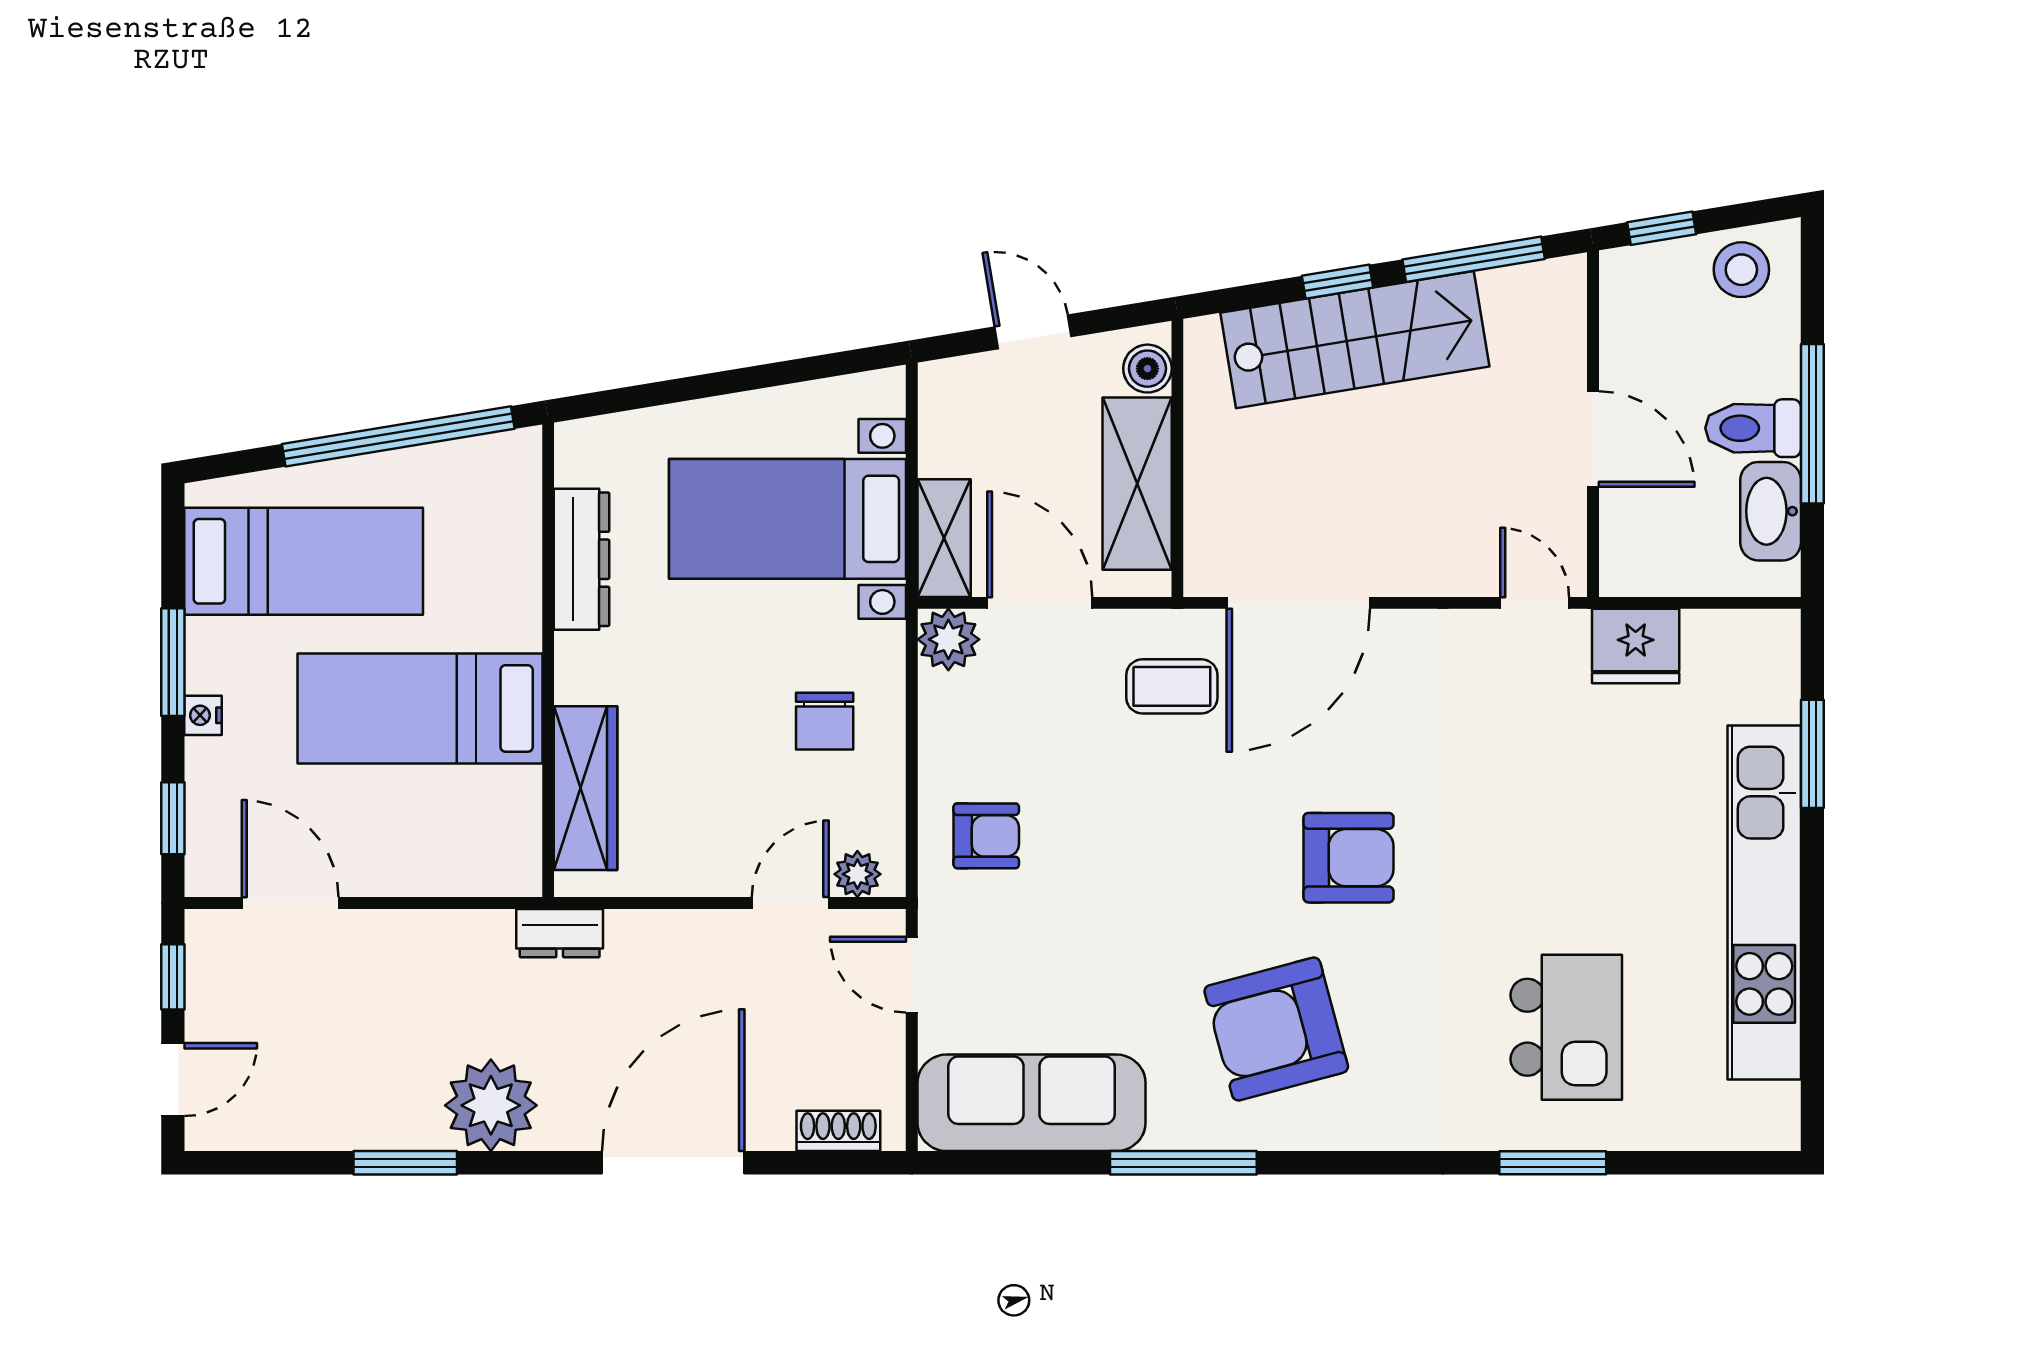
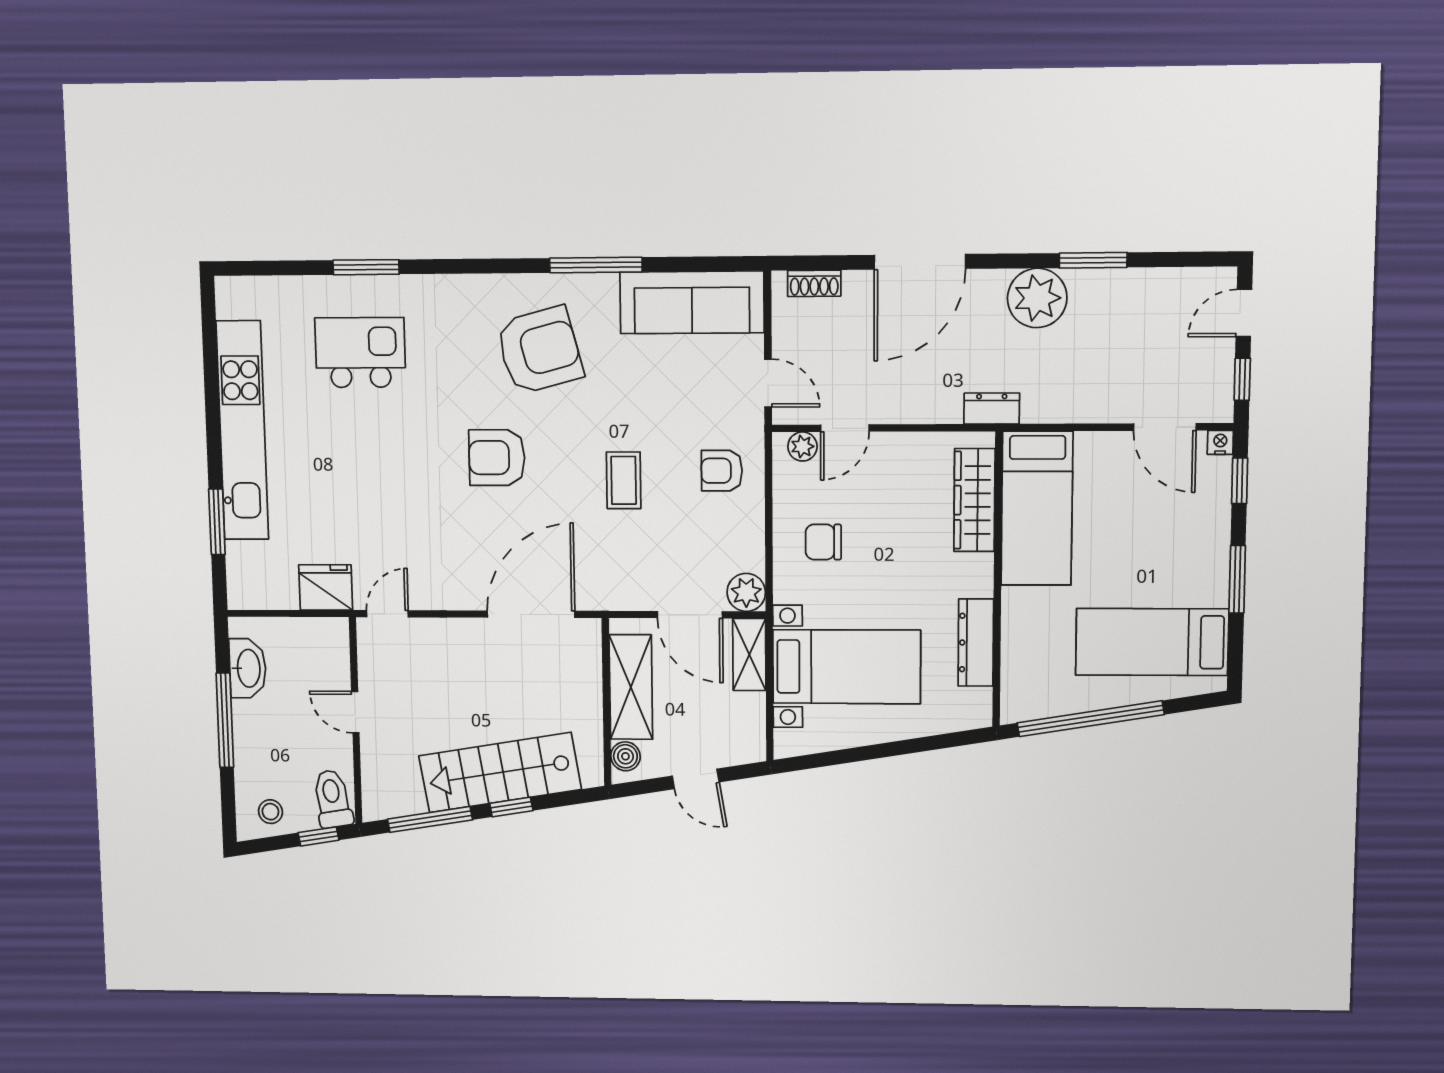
stool: (1741, 270) -> (270, 812), width x0.73, depth x0.73
toilet: (1753, 428) -> (332, 799), moved, turned -99
door: (1593, 439) -> (355, 712), width x0.73
door: (1535, 603) -> (387, 614), swing flipped
coffee table: (1172, 686) -> (624, 480), moved, turned 90
bed: (420, 708) -> (1037, 508), moved, turned 90
nightstand: (203, 715) -> (1220, 442), moved, turned -90
chair: (825, 721) -> (823, 542), turned -90
kitchen island: (1566, 1027) -> (360, 353), turned 90

